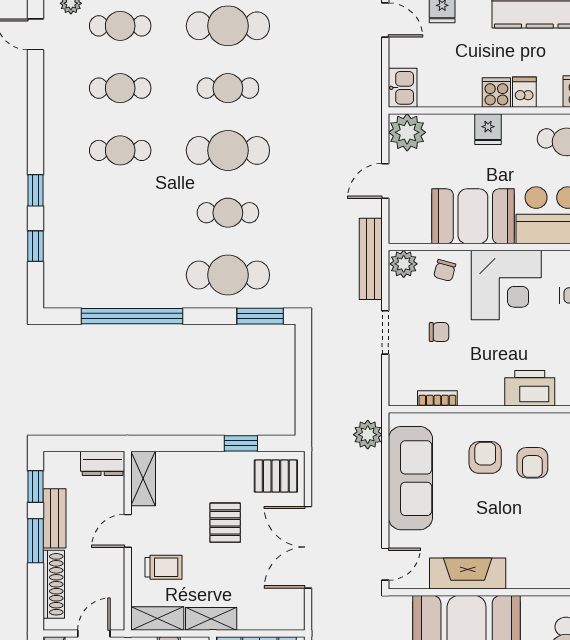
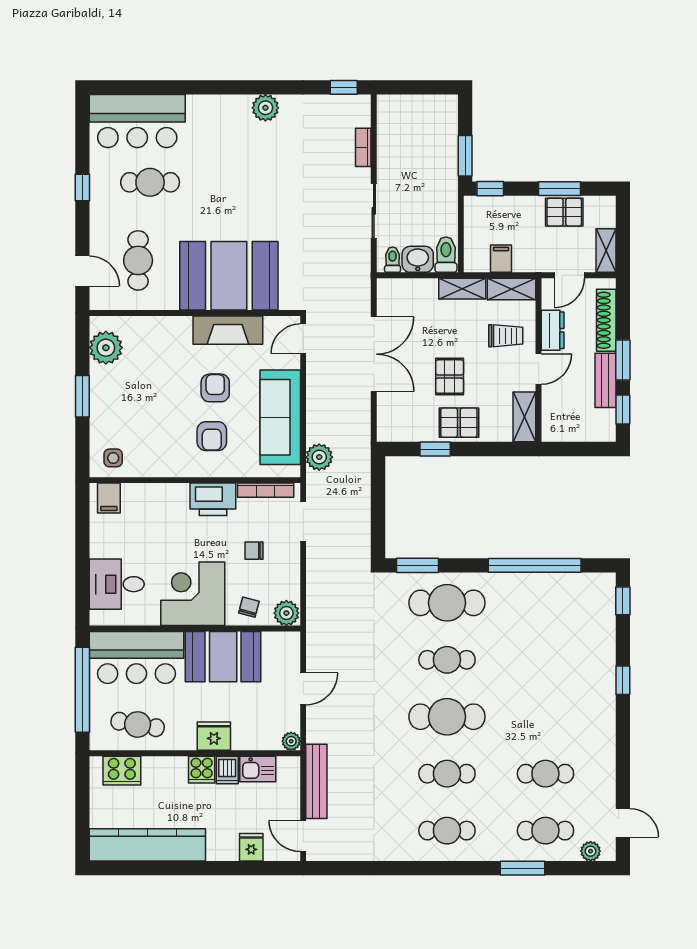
cafe table: (228, 26) -> (447, 831), width x0.73, depth x0.74
kitchen sink: (403, 88) -> (258, 769), moved, turned -90
dishwasher: (524, 92) -> (227, 770), moved
fridge: (488, 129) -> (214, 736), width x1.38
plant: (407, 132) -> (291, 741), width x0.53, depth x0.53
cafe table: (120, 150) -> (545, 717), removed
window: (35, 246) -> (623, 601), moved
bench: (371, 259) -> (316, 781), moved
doorway: (385, 332) -> (303, 521), moved
printer: (530, 388) -> (213, 499), moved
bookcase: (437, 398) -> (266, 490), width x1.56
dresser: (103, 463) -> (553, 330), moved, turned 90
armchair: (532, 463) -> (215, 388), moved
pallet: (276, 476) -> (459, 423), moved
trolley: (163, 567) -> (506, 336), turned 180

